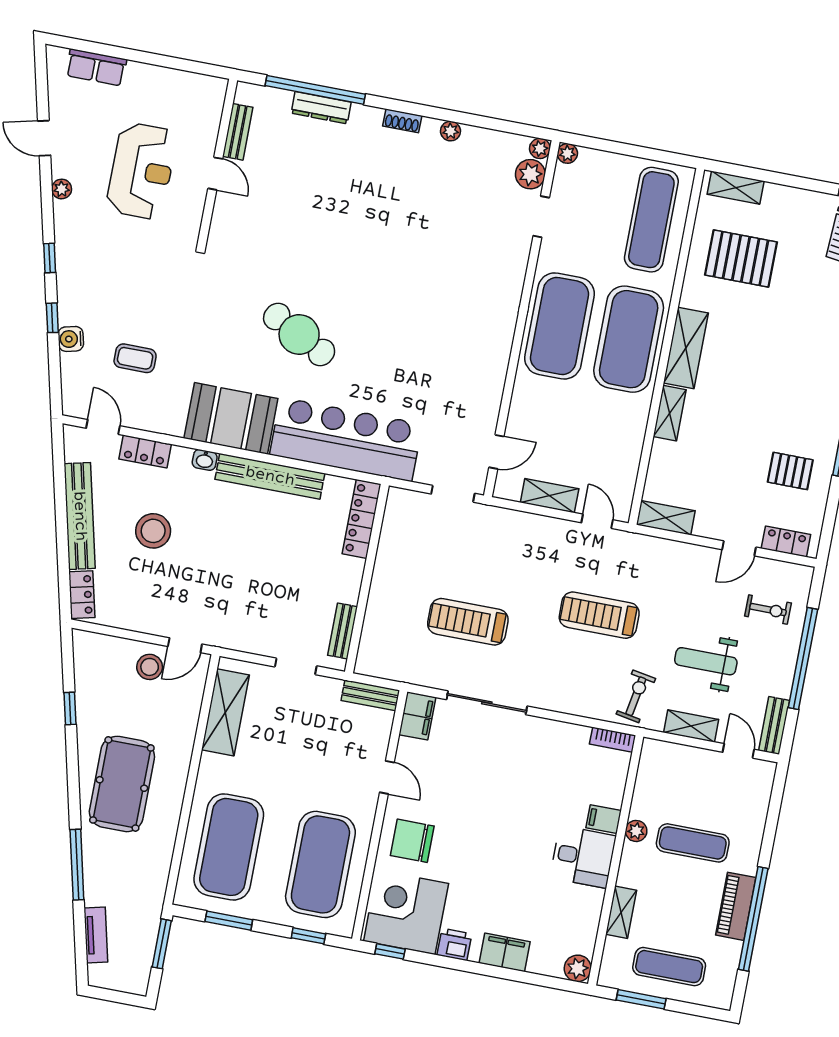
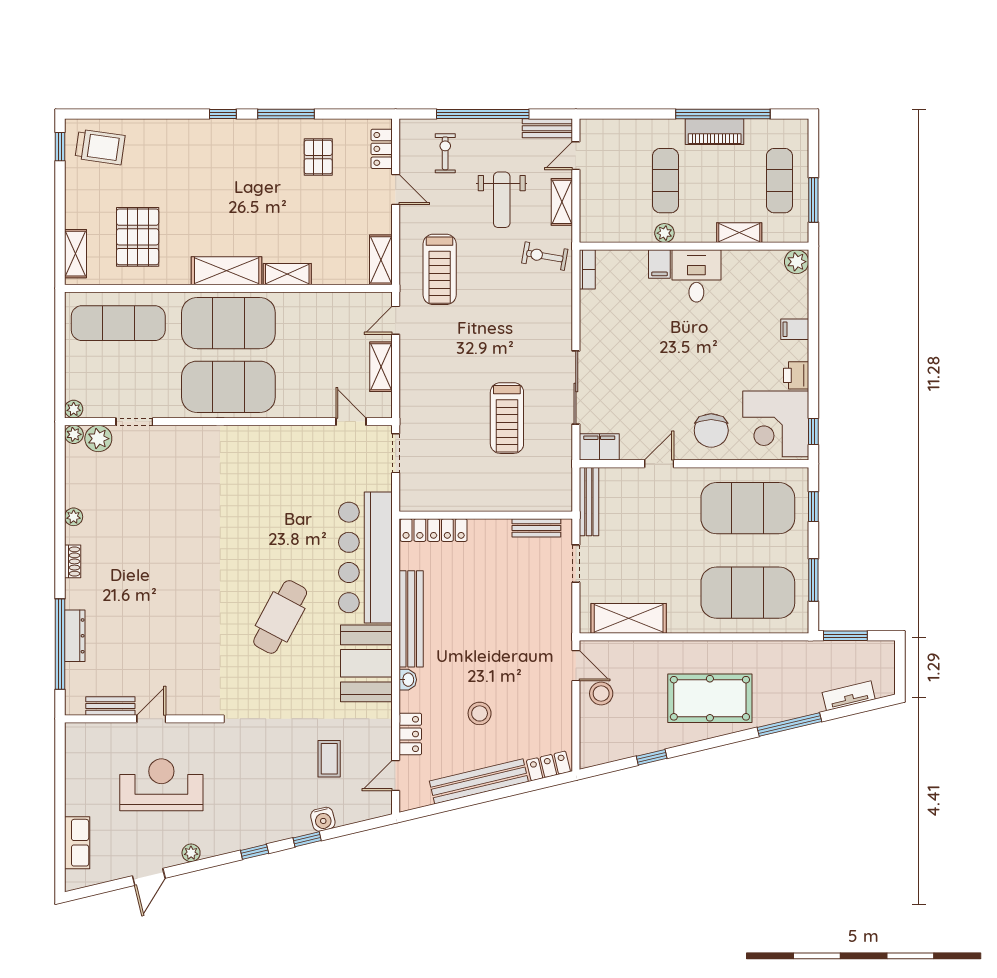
stool: (153, 531) -> (480, 713), width x0.73, depth x0.73
treadmill: (599, 615) -> (440, 269), moved
bench: (370, 695) -> (589, 502), width x1.36
filing cabinet: (505, 952) -> (795, 329), width x0.50

